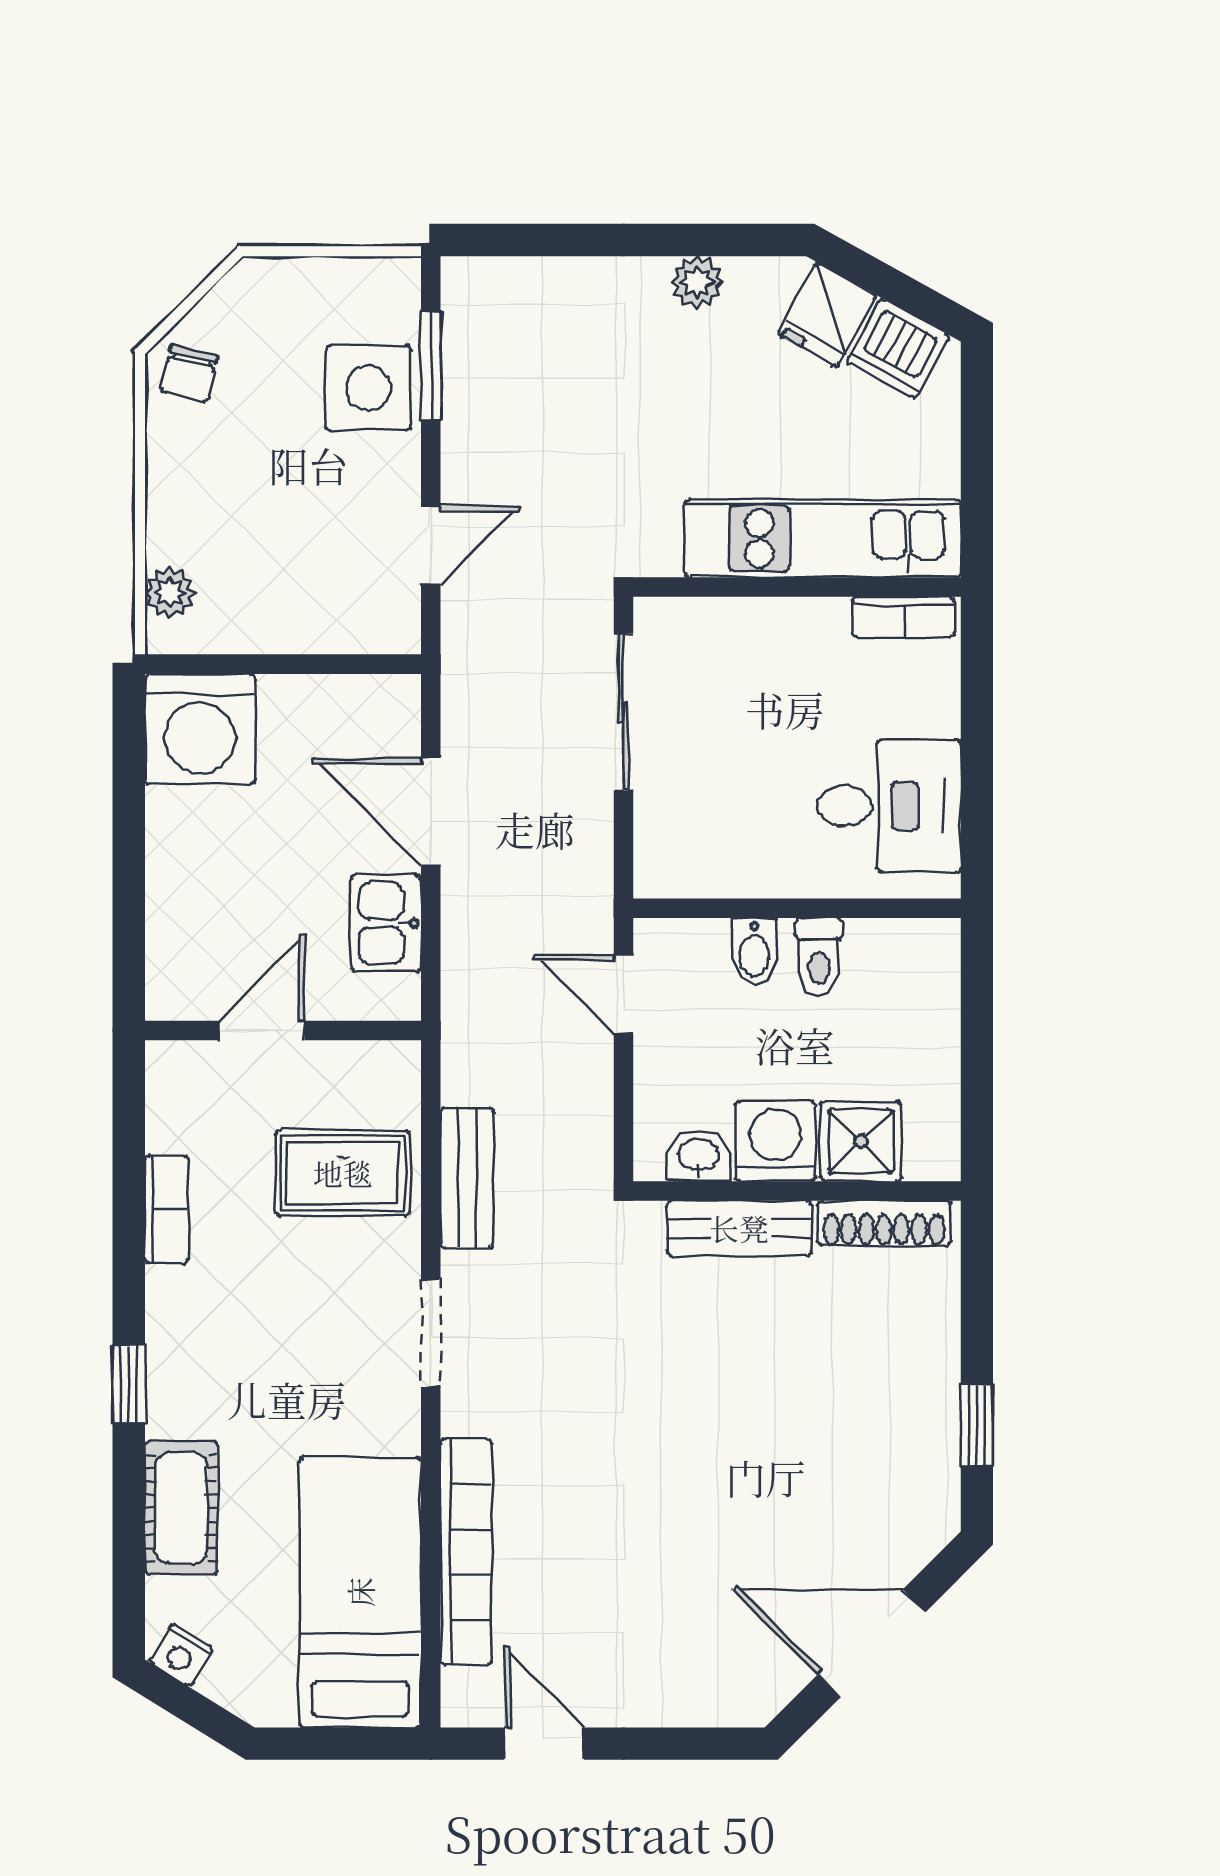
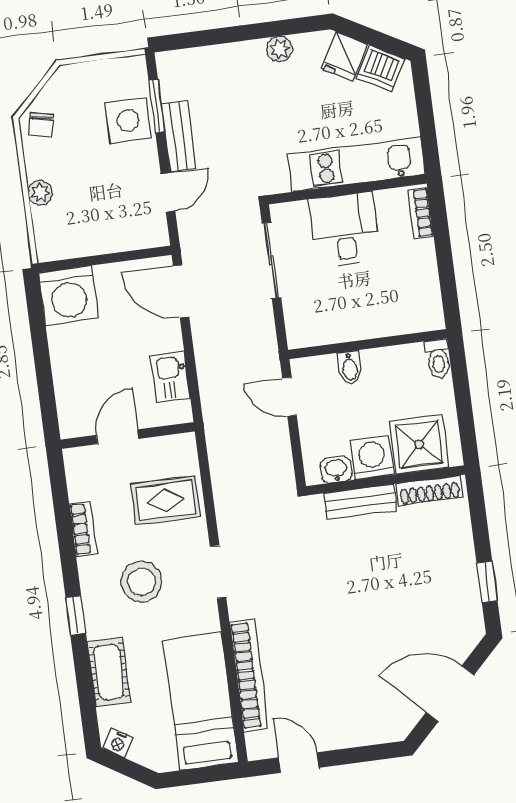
plant: (170, 593) -> (40, 193), moved
bookcase: (904, 617) -> (421, 213), moved, turned 90
desk: (889, 806) -> (345, 230), moved, turned -90
door: (431, 812) -> (181, 291), moved
toilet: (819, 957) -> (438, 359), moved
shower: (861, 1141) -> (419, 444), width x1.36, depth x1.36
bench: (467, 1178) -> (179, 137), moved
stool: (272, 1333) -> (141, 582), added

